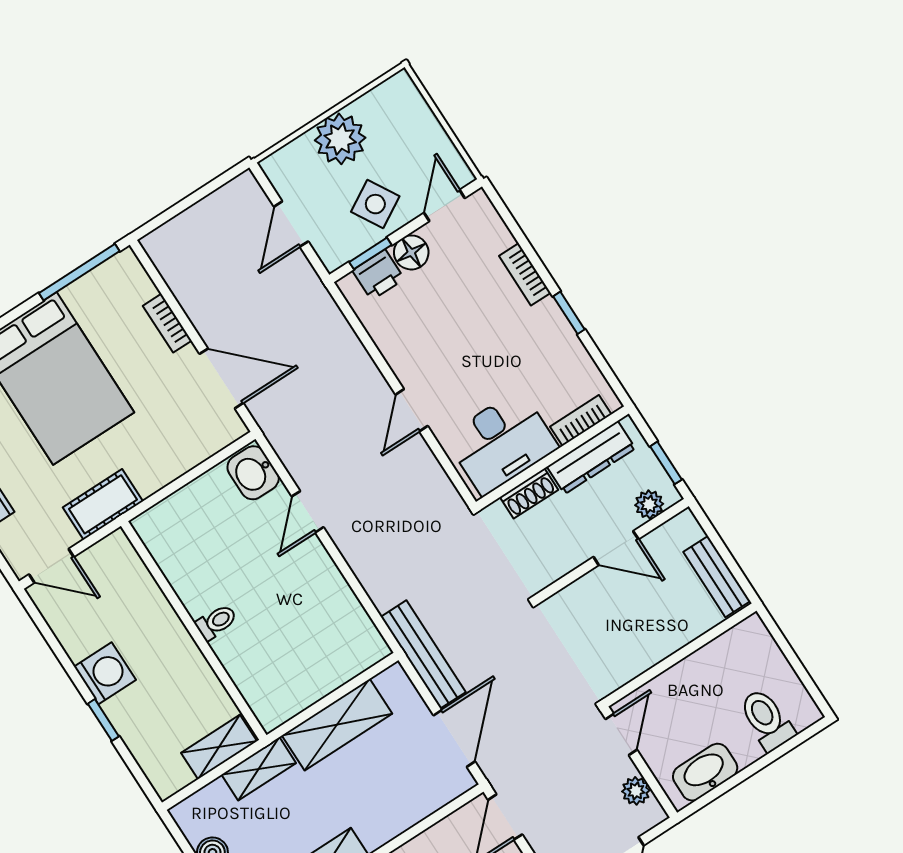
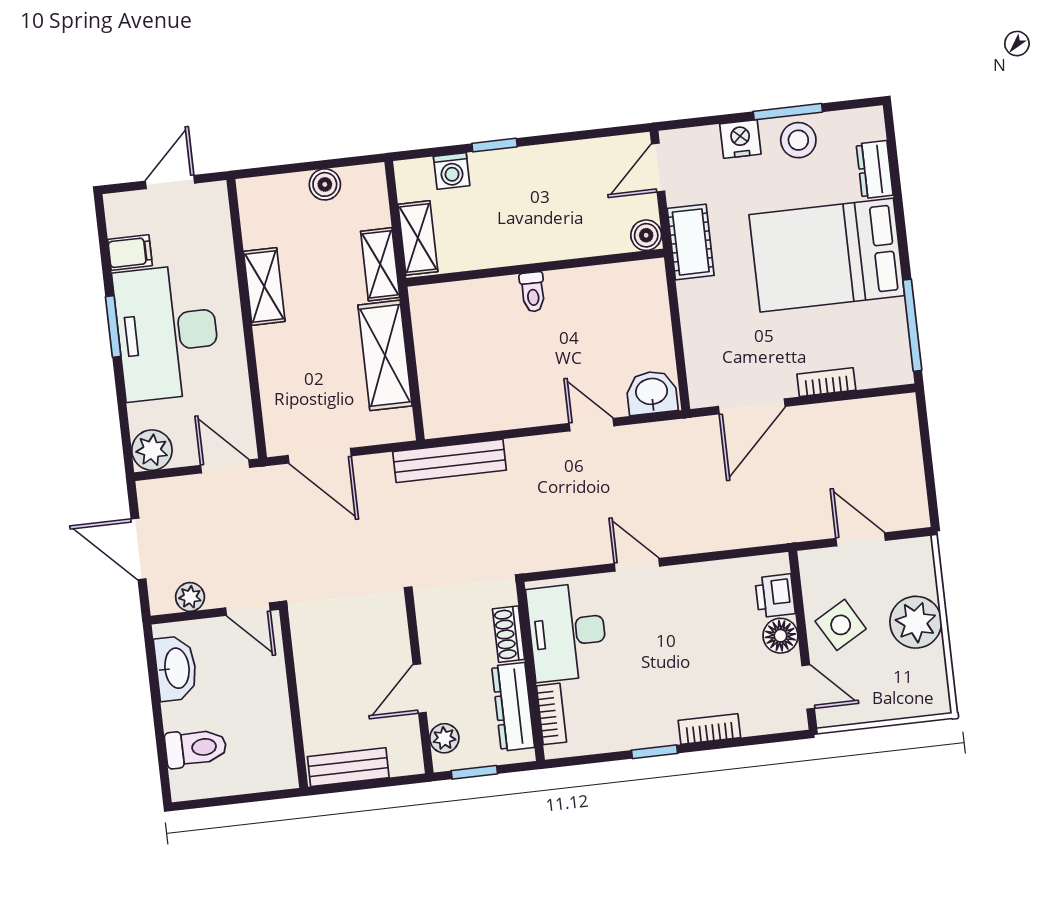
window: (370, 253) -> (798, 598), removed
boiler: (116, 547) -> (646, 235), added
bench: (423, 654) -> (450, 461), moved
washing machine: (105, 673) -> (452, 171), moved, width x0.73, depth x0.73

